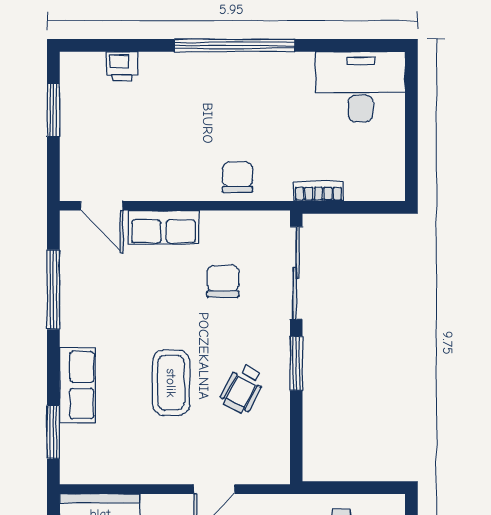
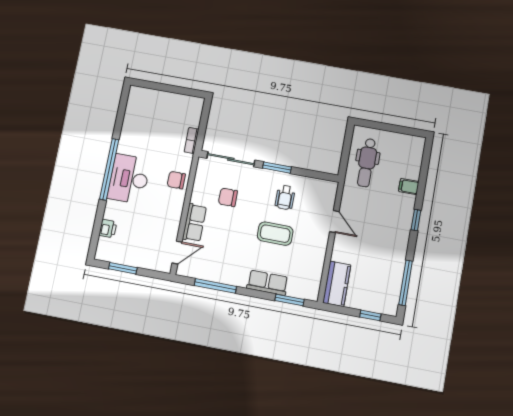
desk: (361, 87) -> (129, 179), moved
wheelchair: (242, 389) -> (285, 197), turned 62

